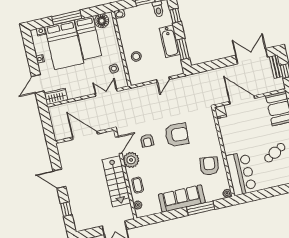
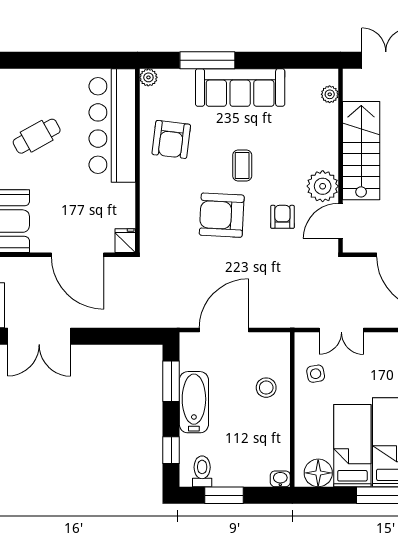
door: (163, 80) -> (224, 330), width x1.87
bar counter: (241, 173) -> (112, 125), width x1.36
coffee table: (138, 185) -> (242, 166), moved

